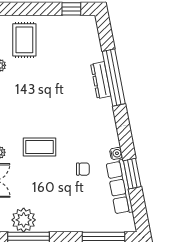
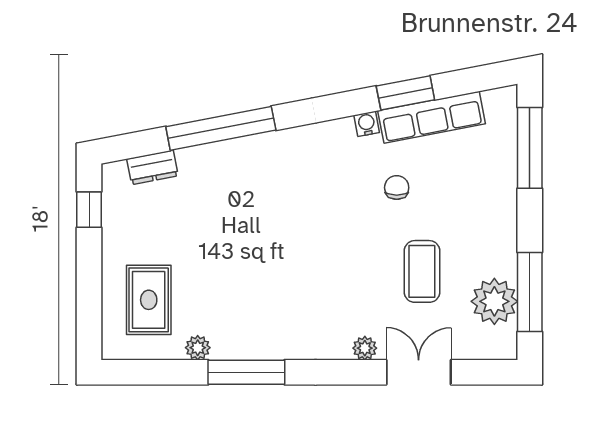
rug: (24, 40) -> (149, 300), turned 90
dresser: (101, 80) -> (152, 167), moved, width x0.70
coffee table: (39, 147) -> (422, 271), moved

